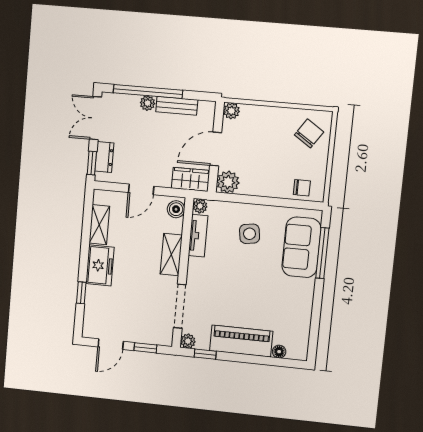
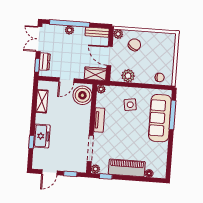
bench: (177, 106) -> (97, 32), moved
chair: (309, 133) -> (134, 45), moved
door: (216, 149) -> (110, 56), hinge flipped
plant: (228, 182) -> (128, 76), moved
boiler: (176, 209) -> (82, 95), width x1.86, depth x1.86
tv unit: (198, 236) -> (99, 120), moved
sofa: (301, 247) -> (160, 118), width x1.36
shelving: (171, 255) -> (85, 118), removed
freezer: (100, 265) -> (42, 136), moved

